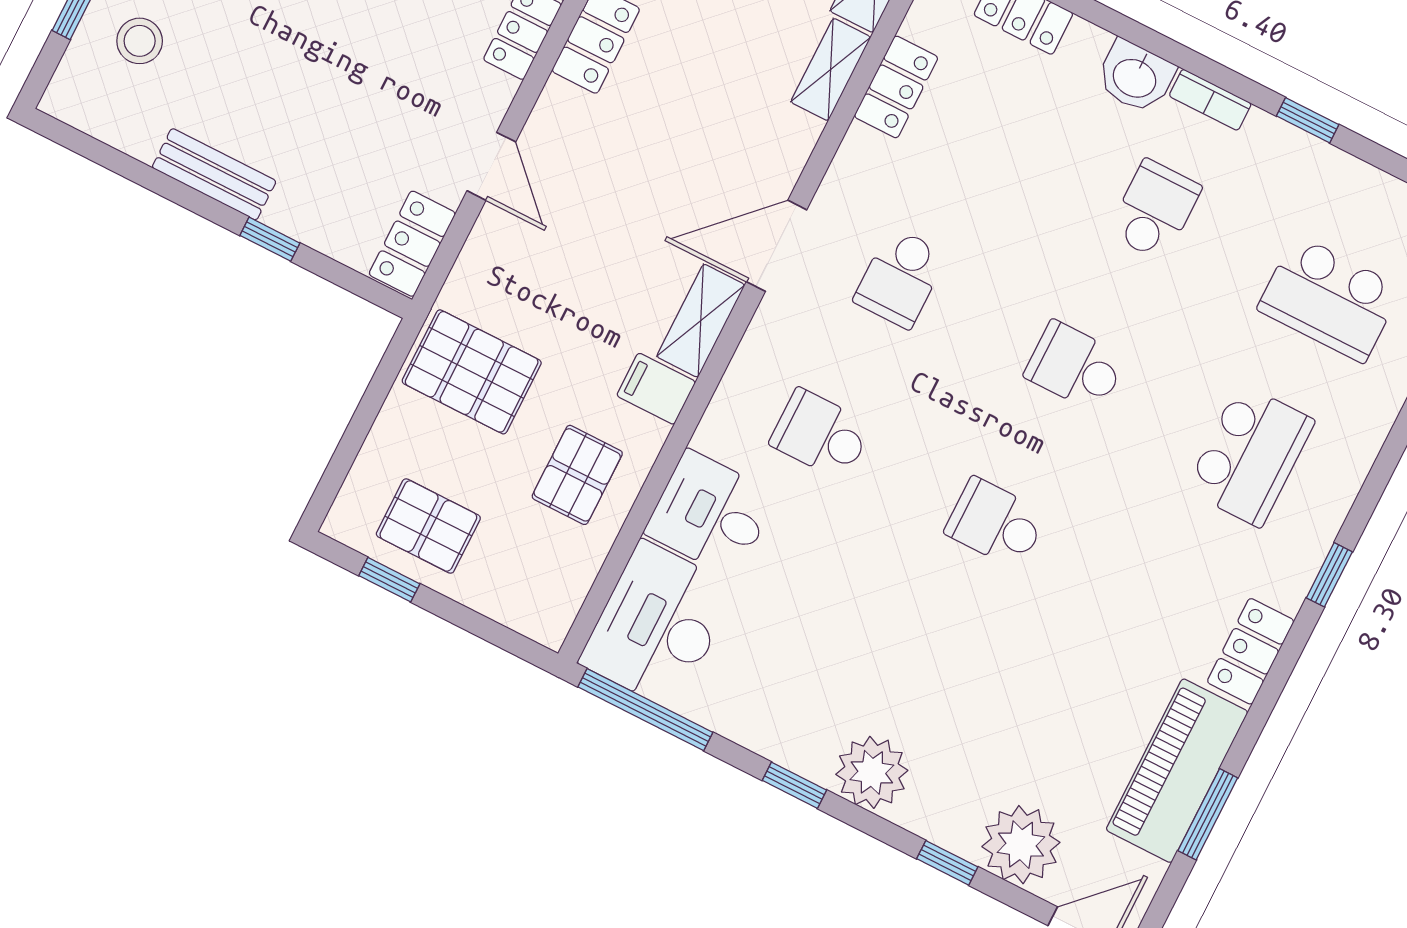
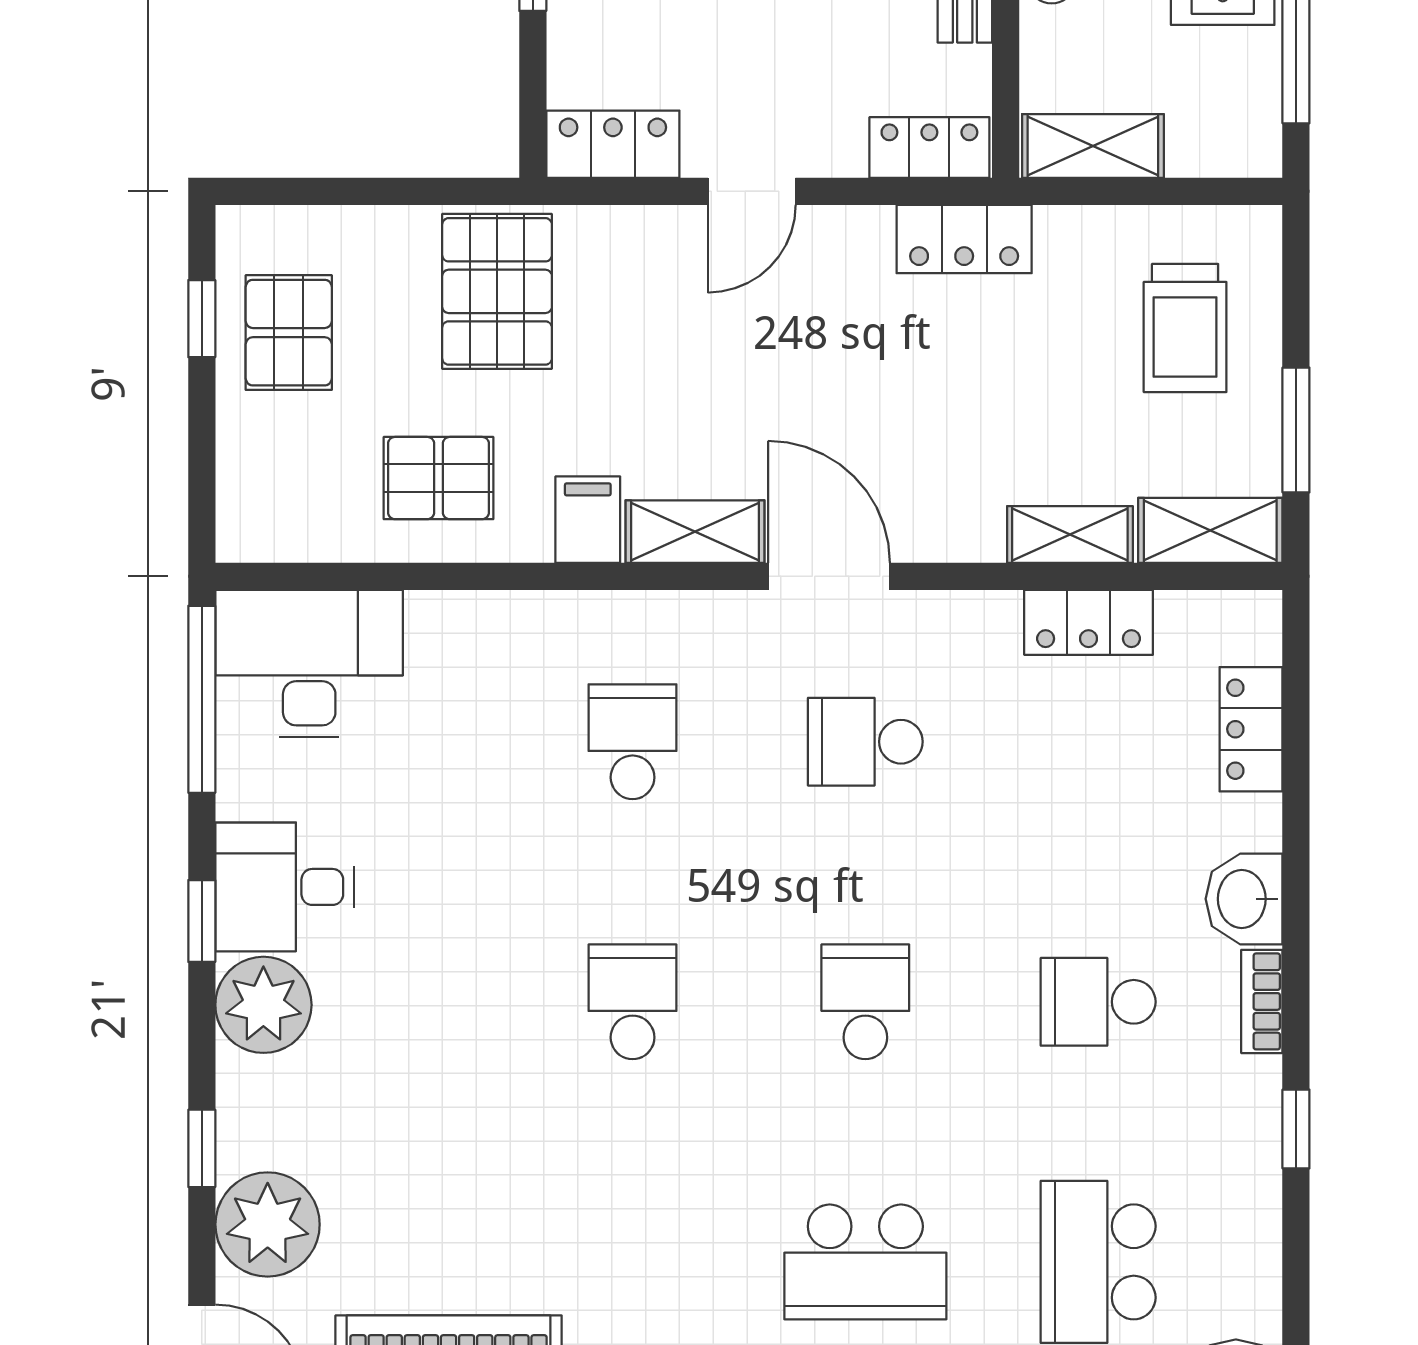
school desk: (1155, 210) -> (1098, 1002), turned 180
desk: (711, 514) -> (285, 887), moved, turned -90

